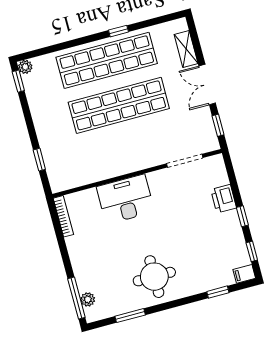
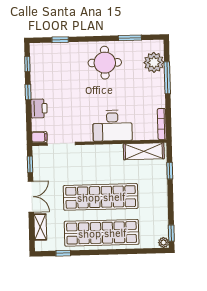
window: (119, 31) -> (63, 253), moved
shelving: (78, 176) -> (144, 151), added
filing cabinet: (244, 274) -> (39, 137), moved
window: (76, 298) -> (167, 78), moved
plant: (88, 299) -> (154, 62), width x1.88, depth x1.88

